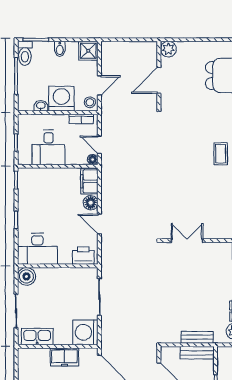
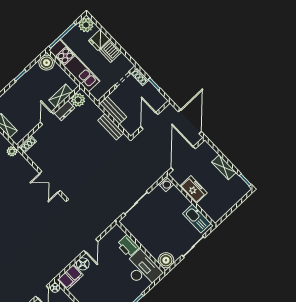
printer: (83, 256) -> (128, 246), moved
washing machine: (85, 332) -> (166, 184), width x0.53, depth x0.53
bench: (197, 337) -> (111, 127), moved

